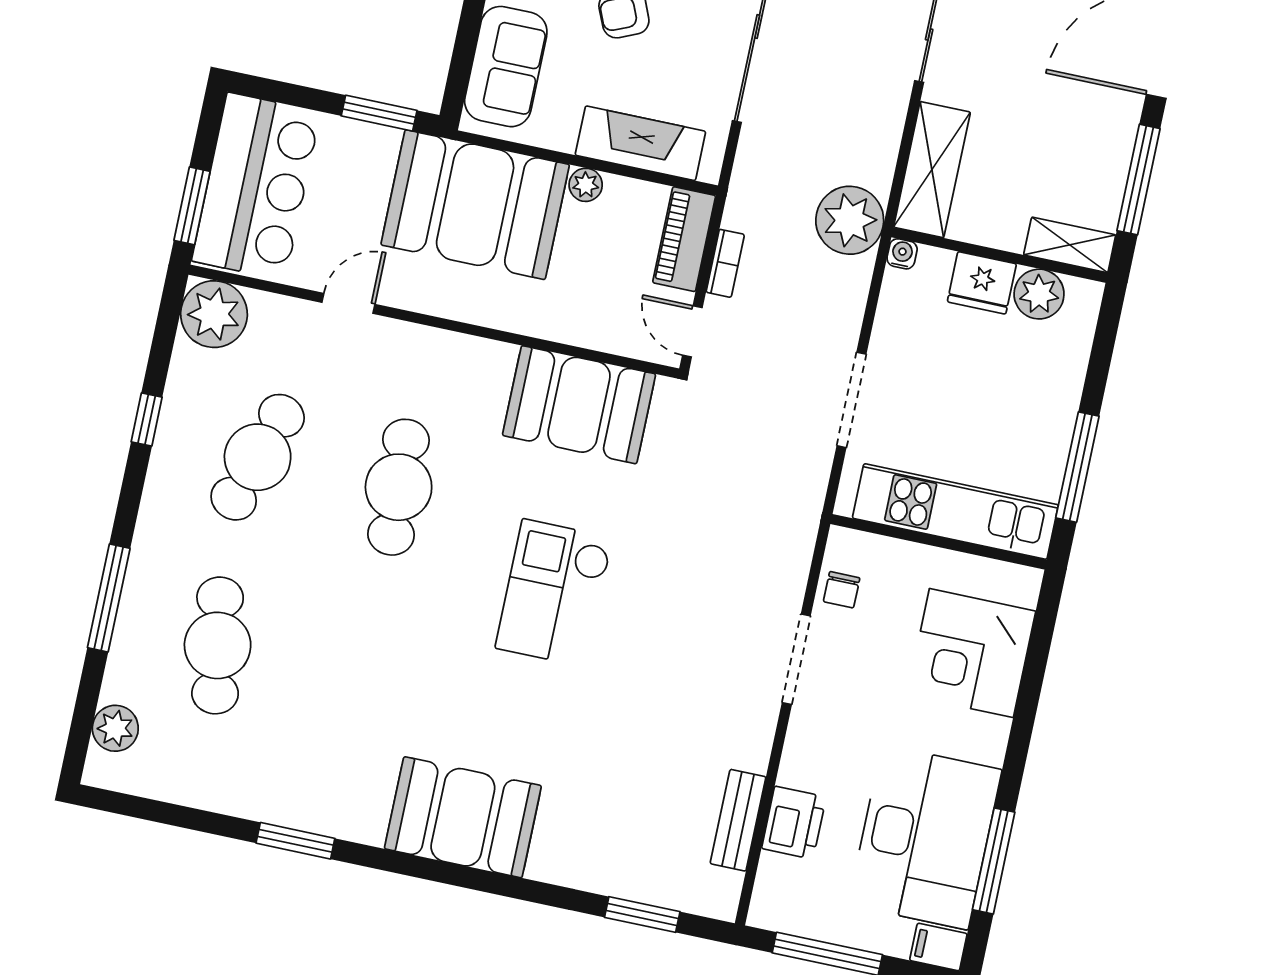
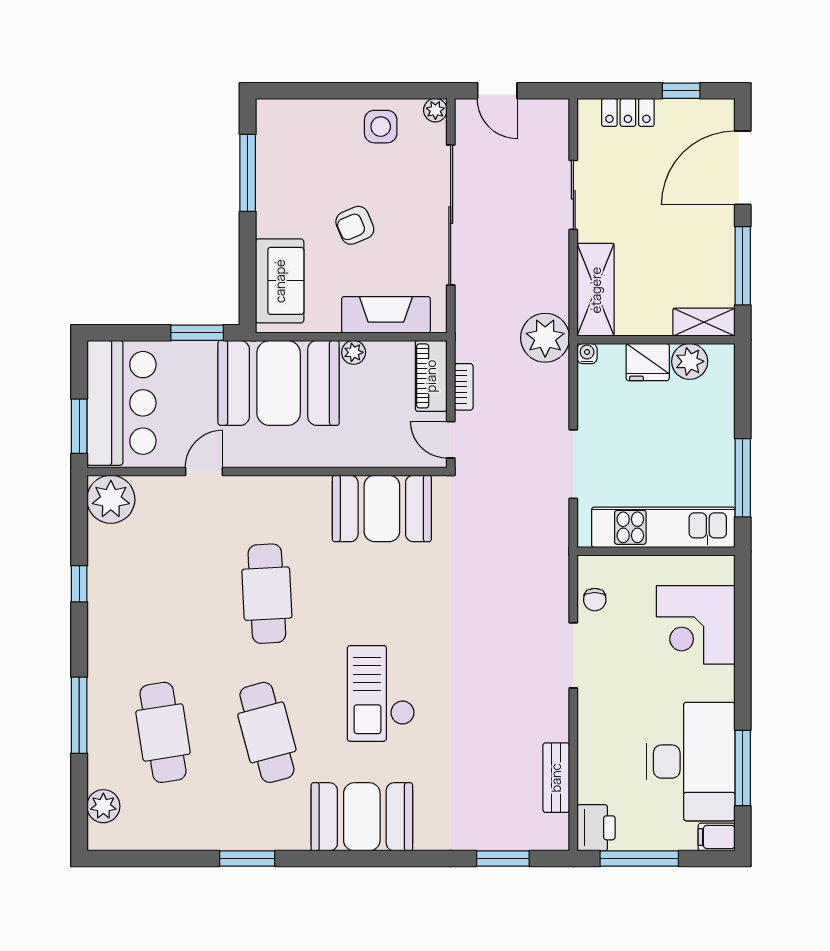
cafe table: (258, 457) -> (267, 732), moved, turned -33
checkout: (554, 593) -> (381, 693), moved
printer: (794, 823) -> (596, 828), moved

